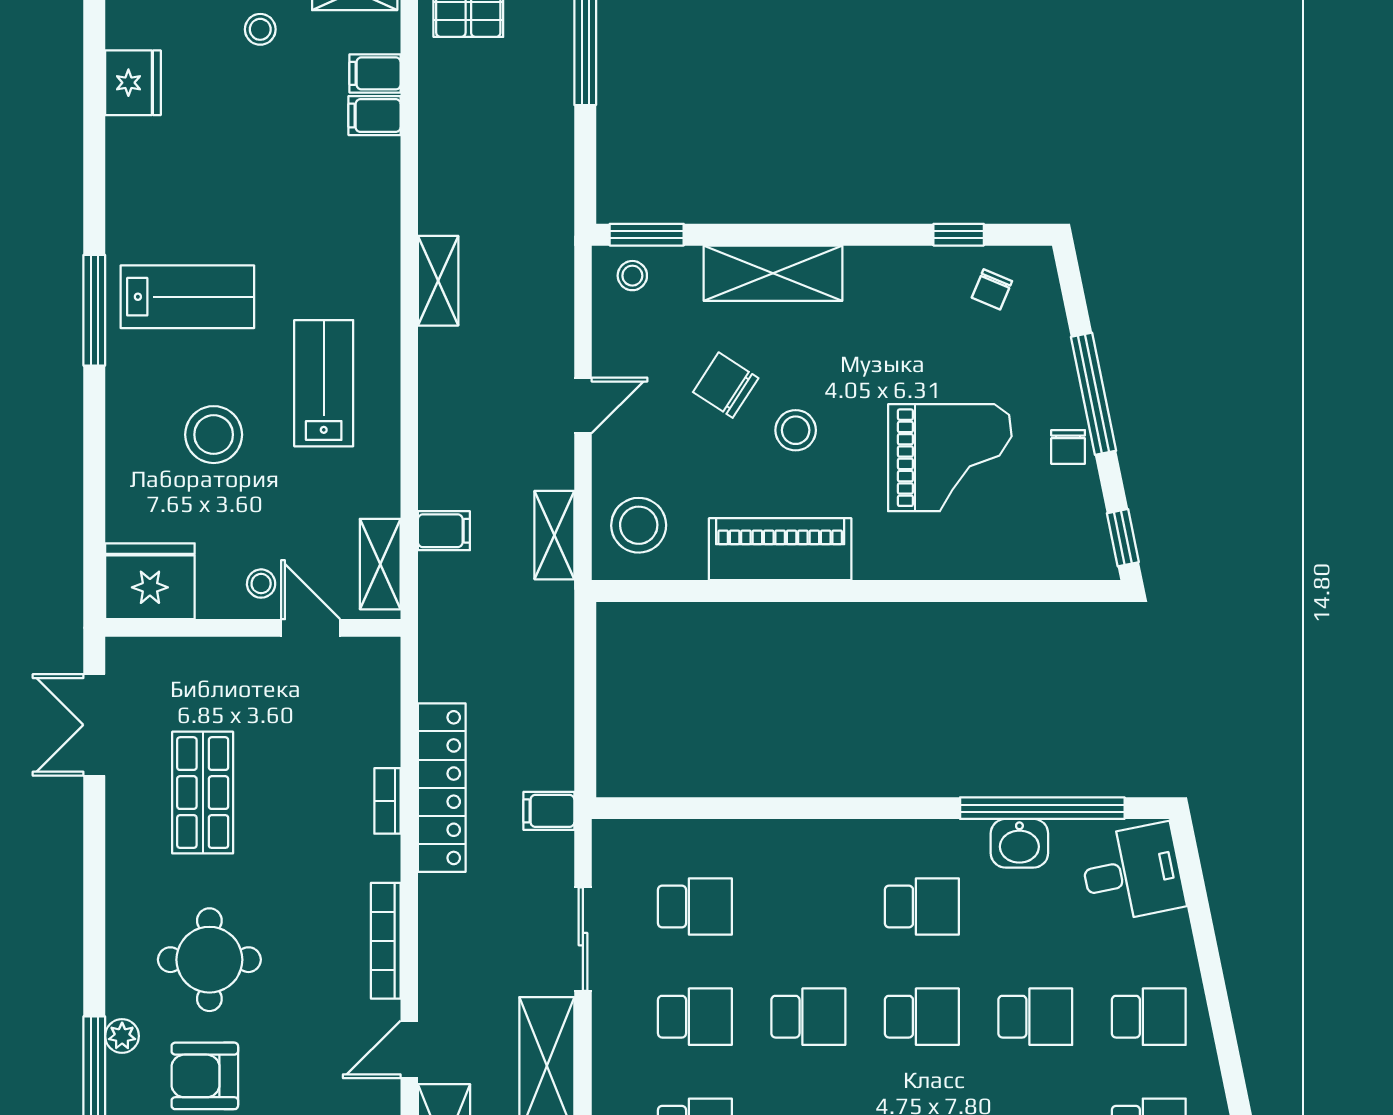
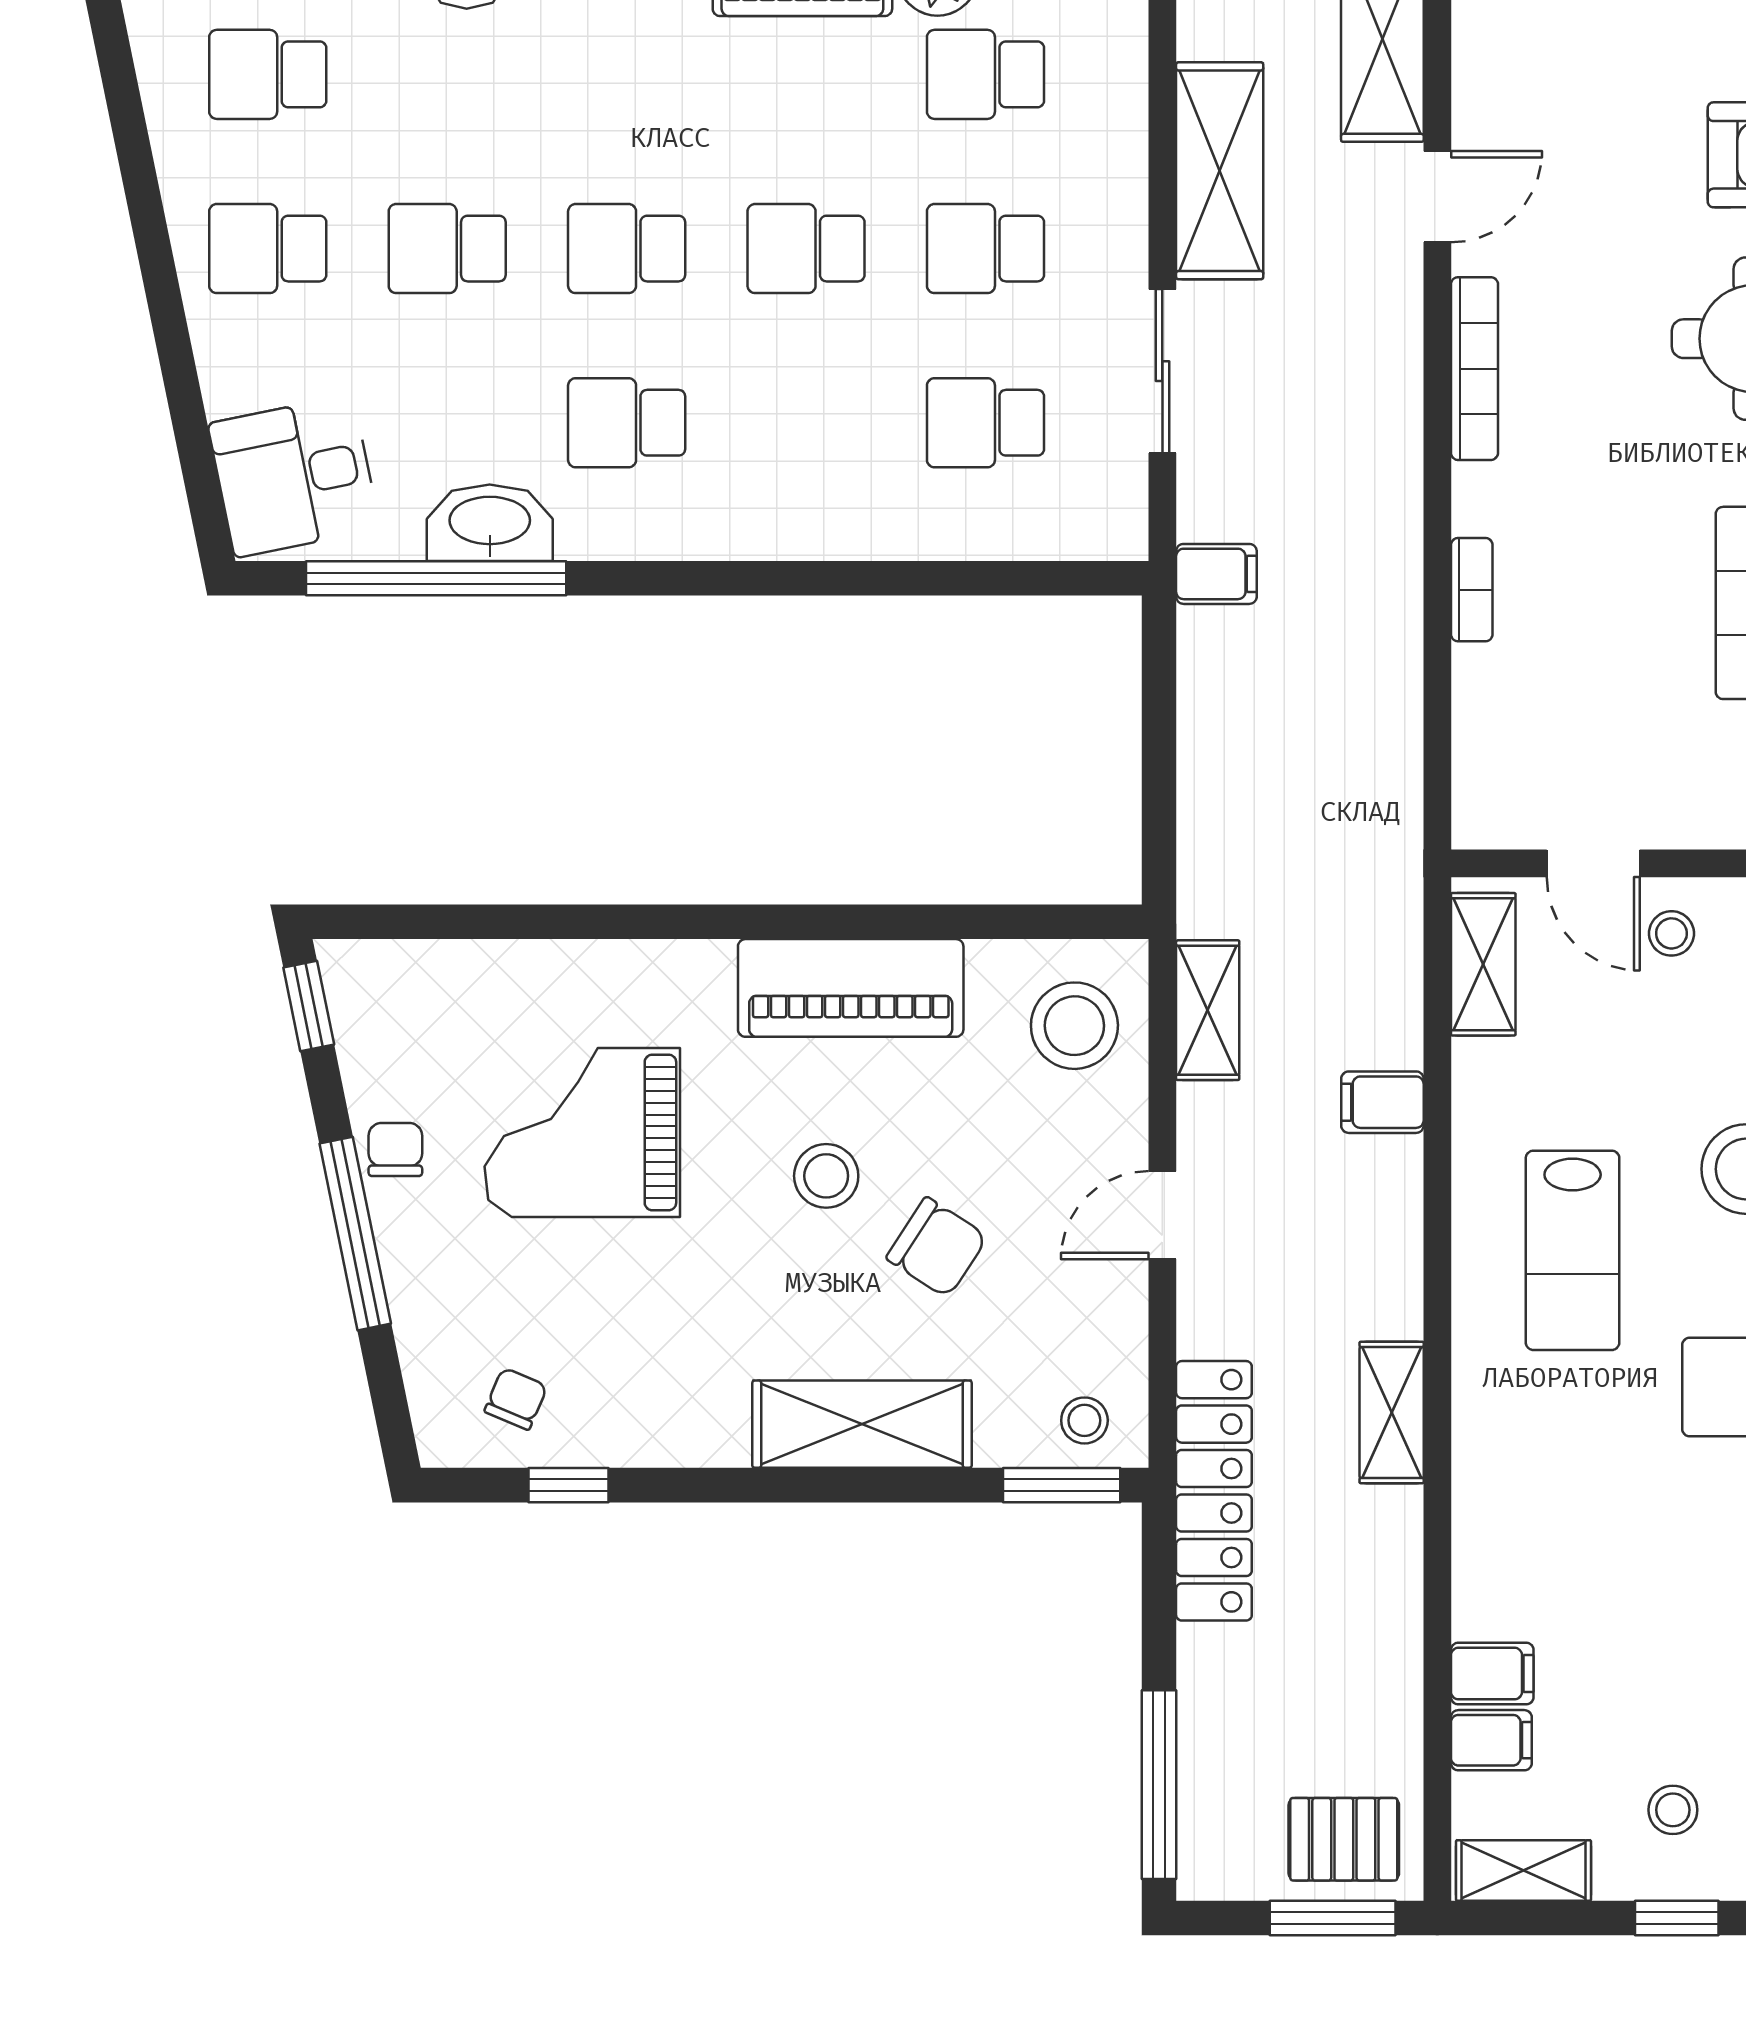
filing cabinet: (444, 531) -> (1382, 1102), moved
locker: (442, 788) -> (1214, 1491), moved, turned 180
washbasin: (1019, 843) -> (490, 523), width x1.38

